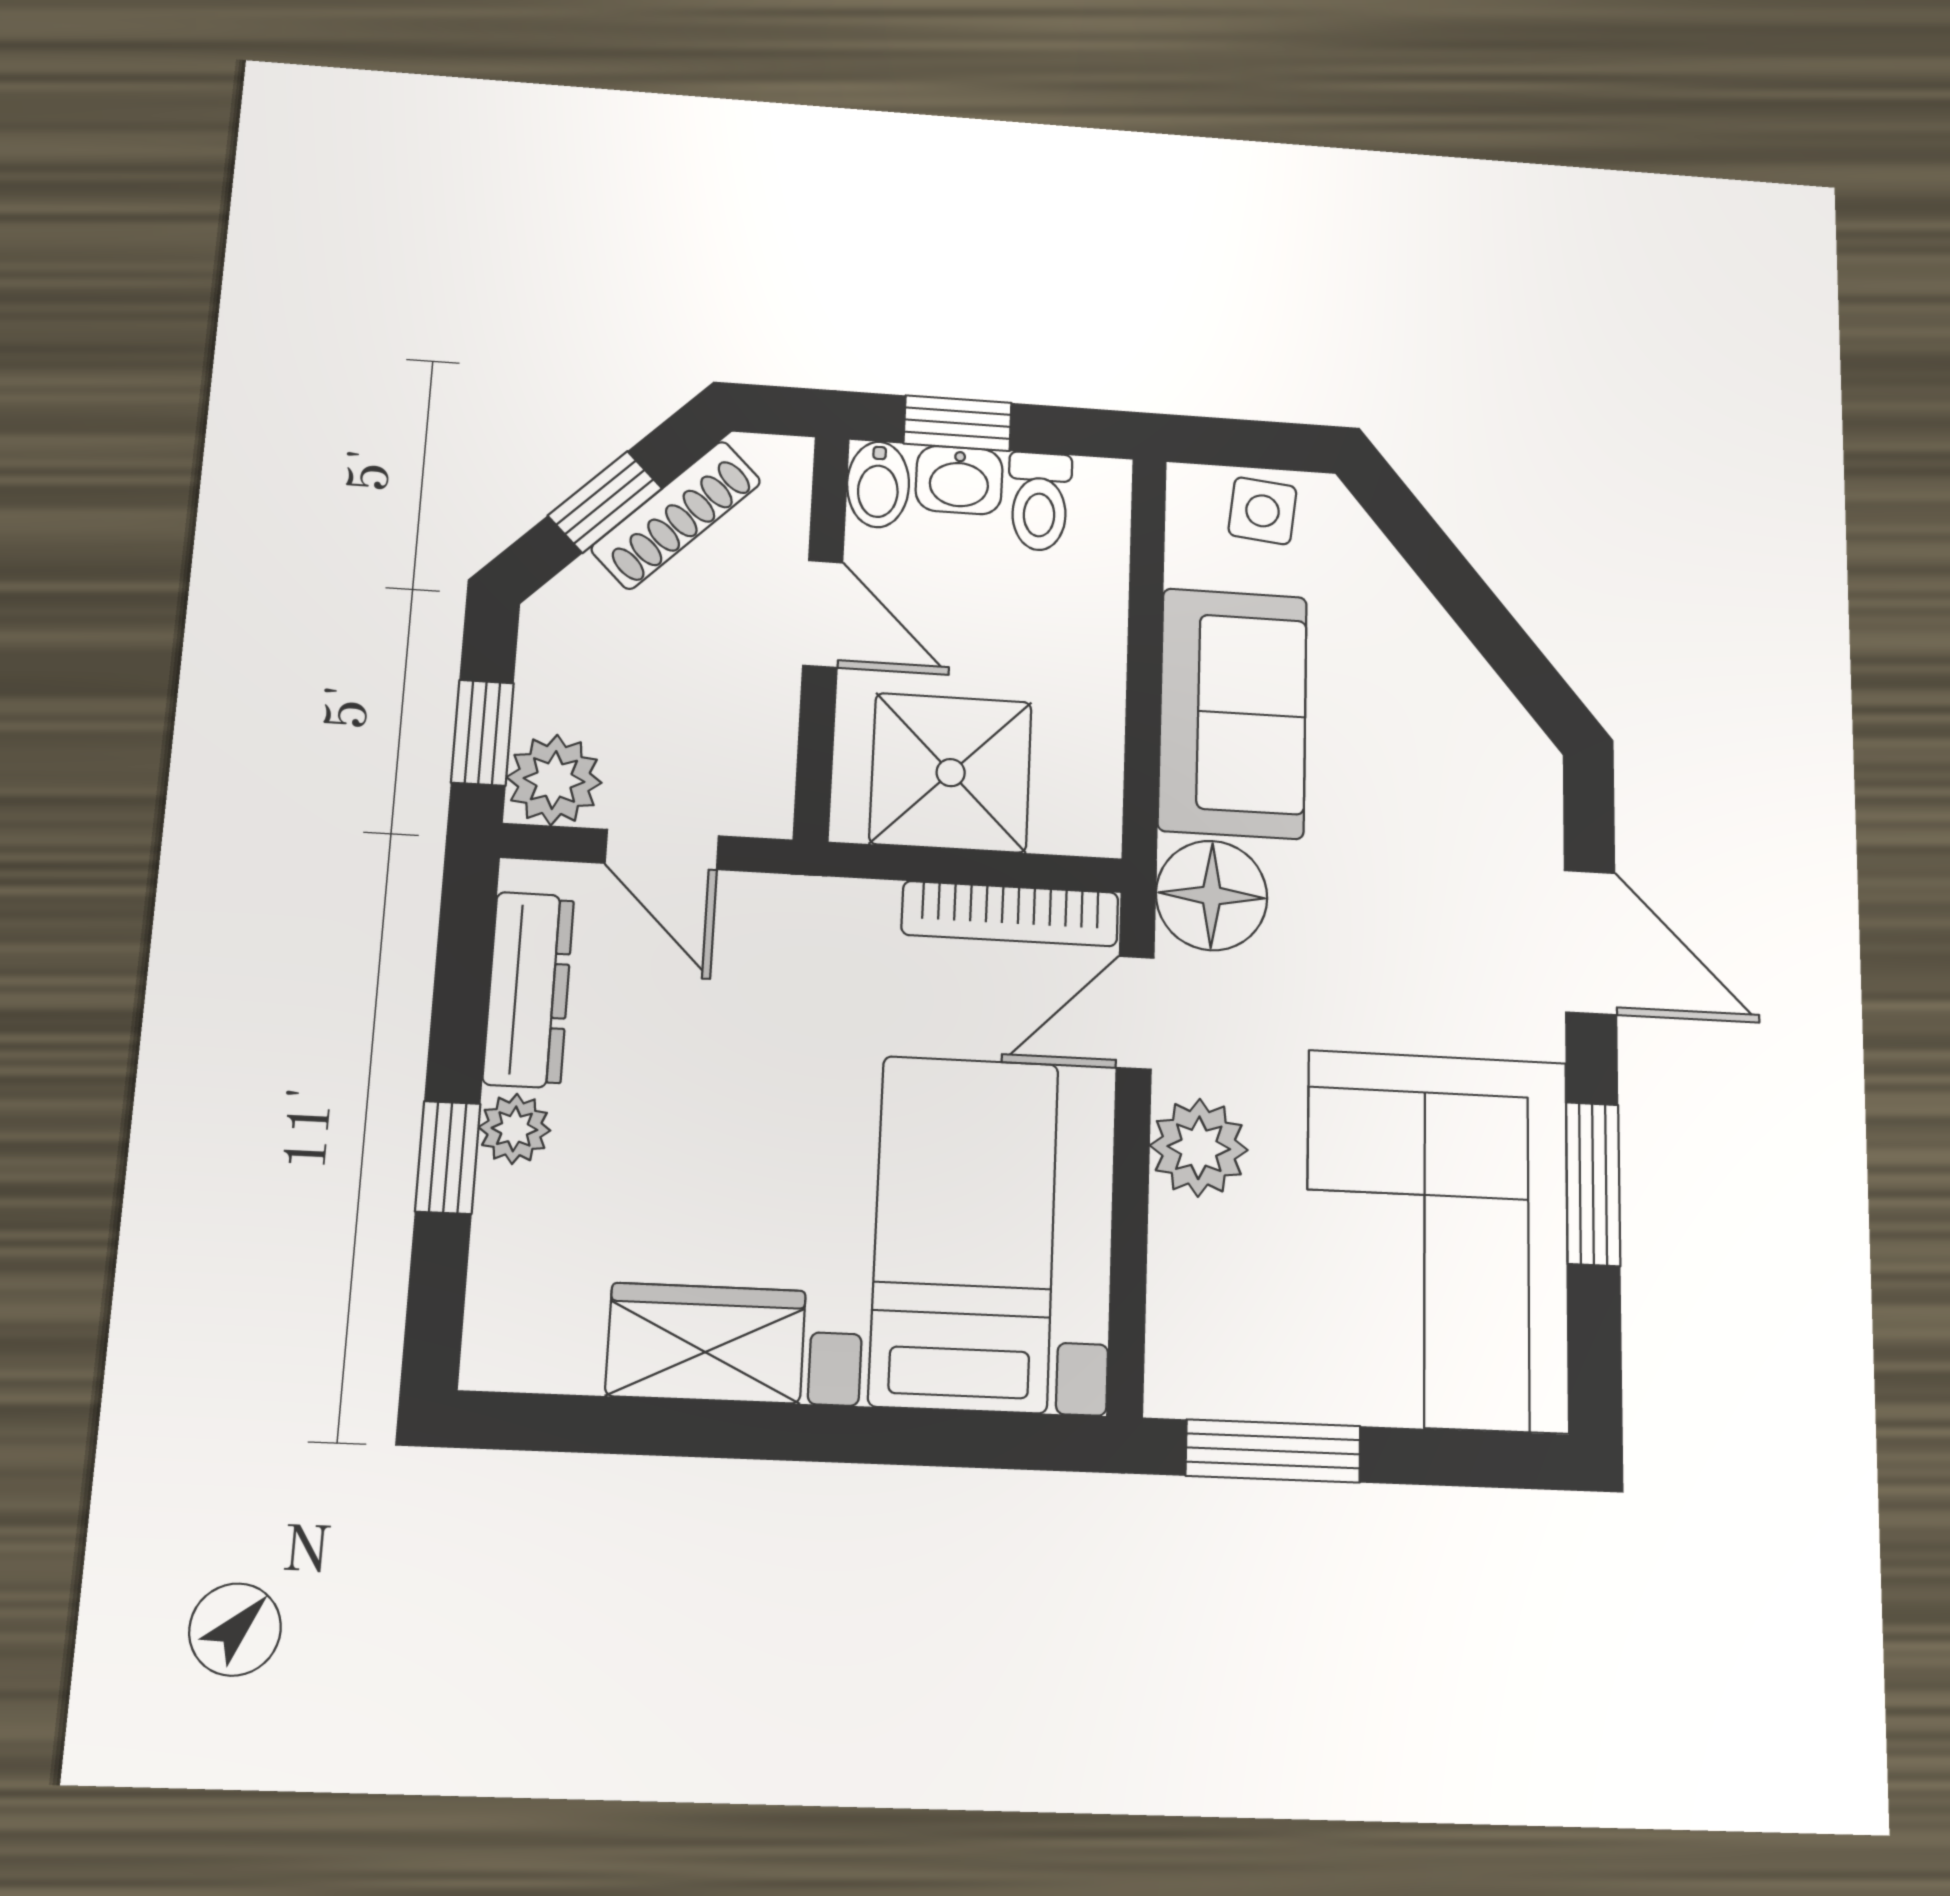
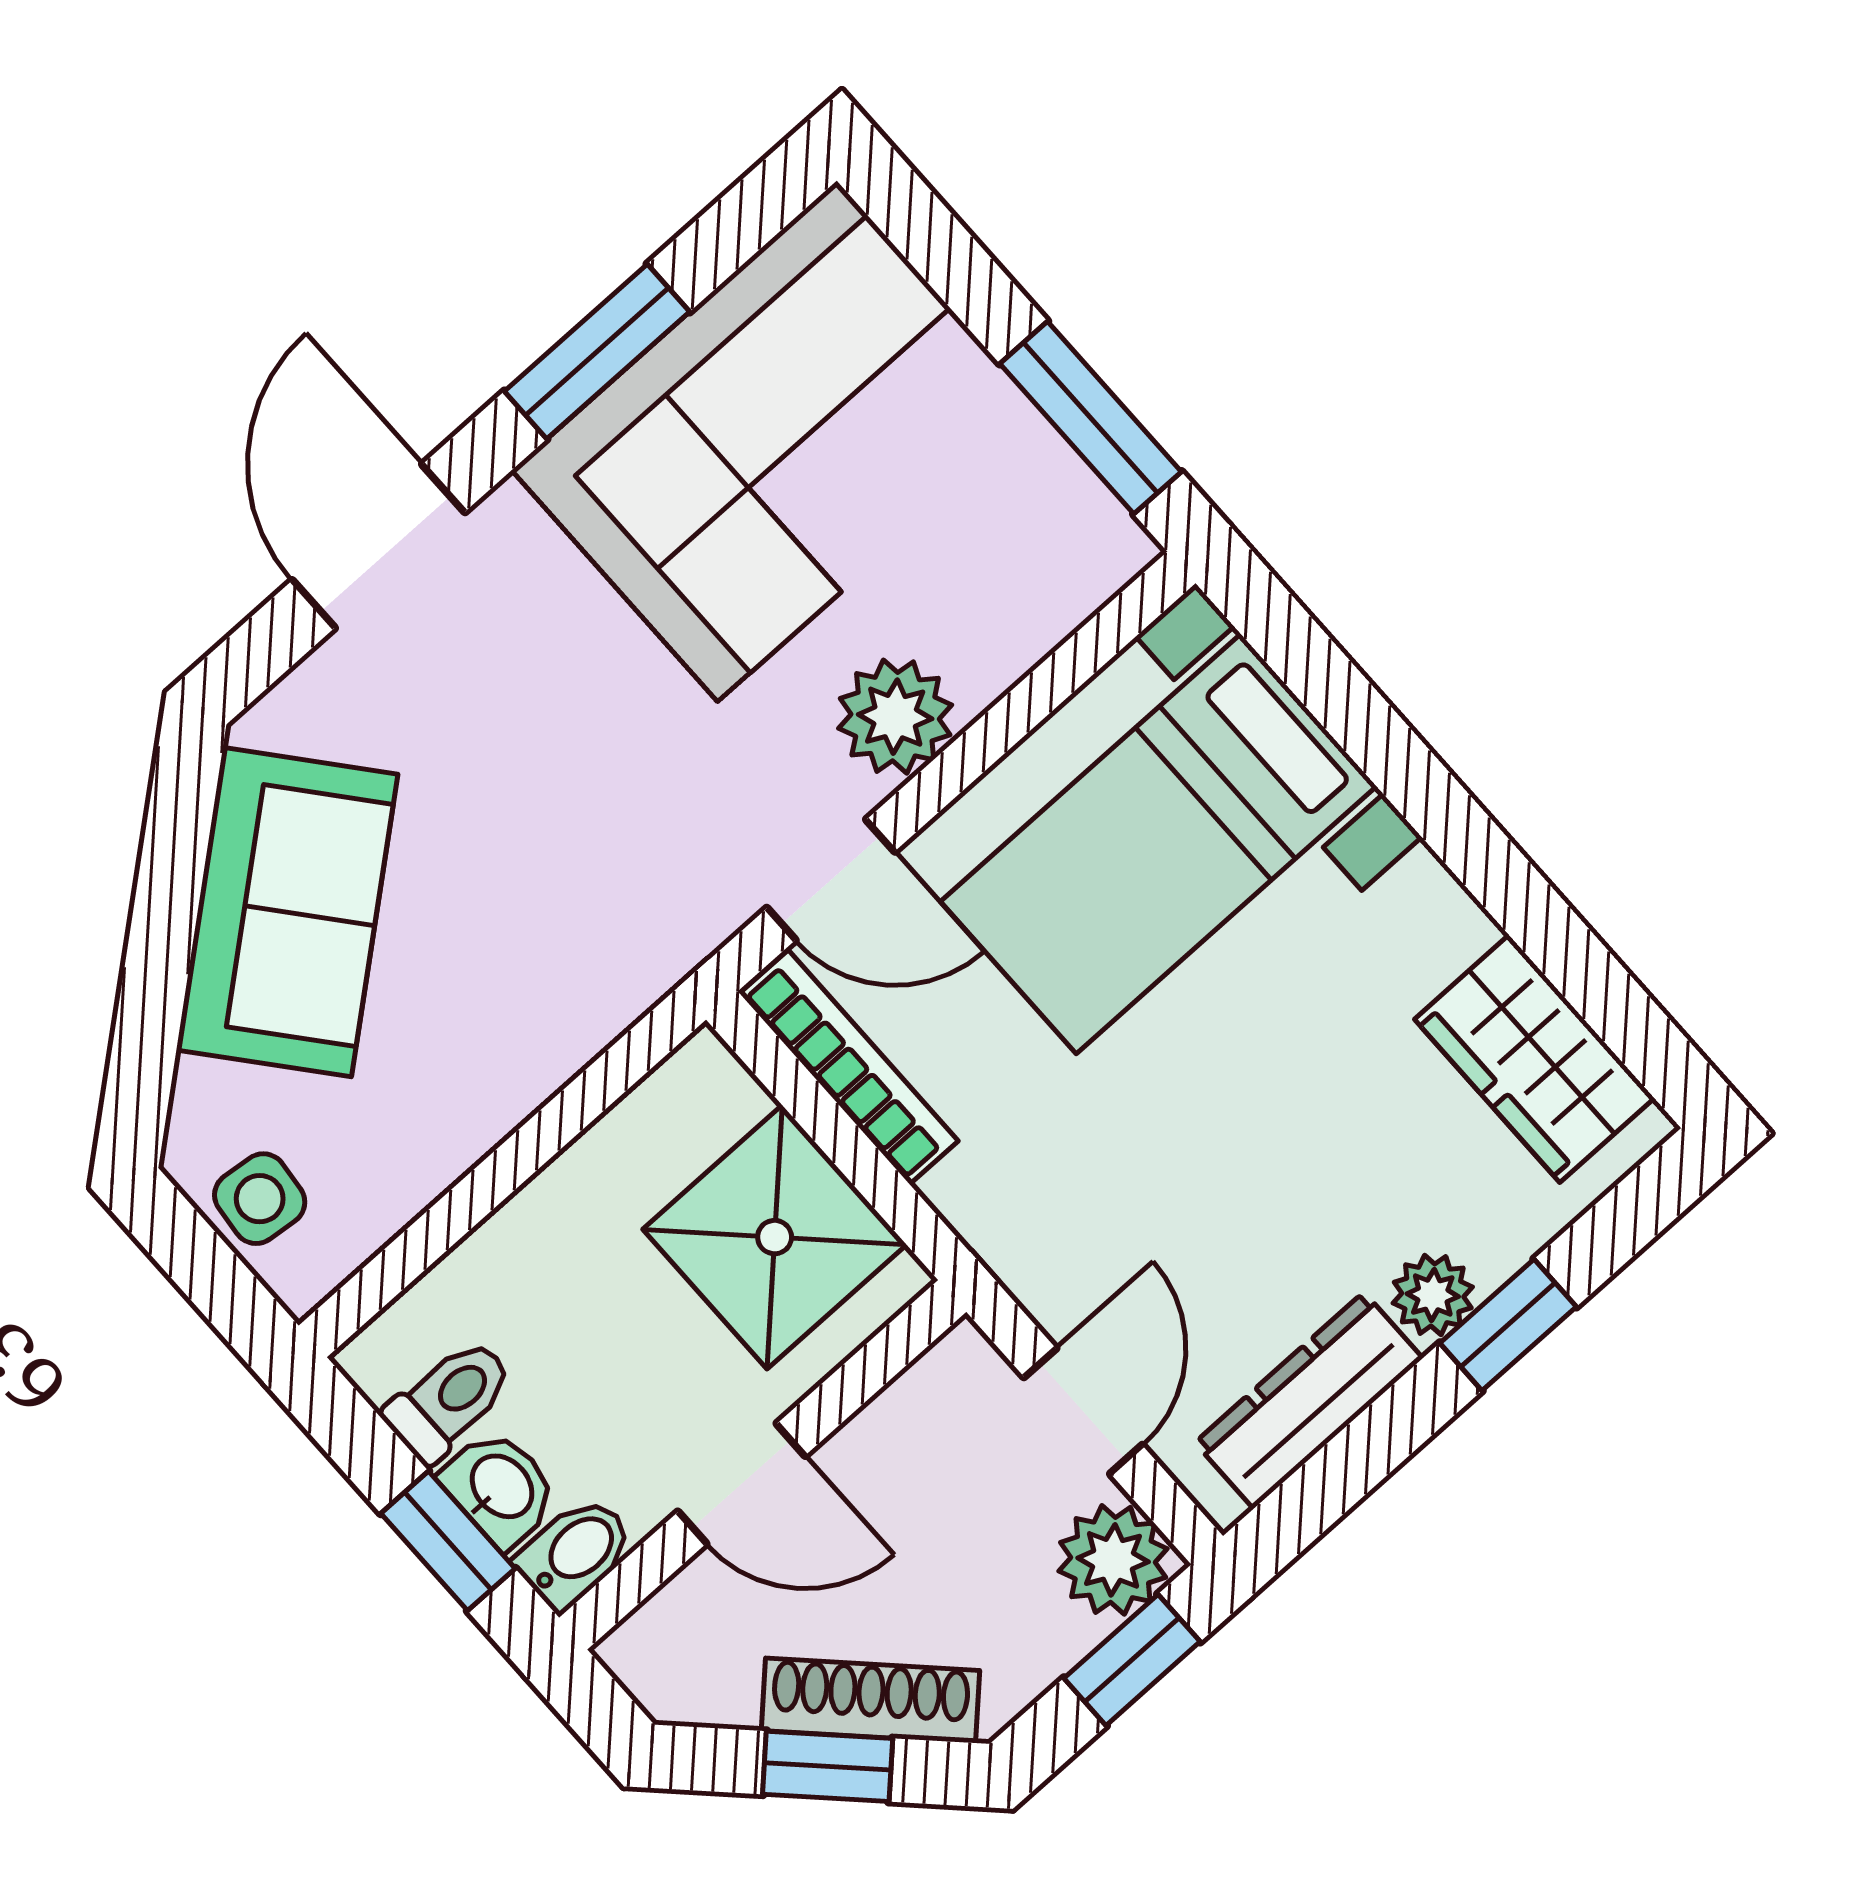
shoe rack: (676, 515) -> (870, 1701), moved
door: (823, 614) -> (742, 1484), swing flipped
sofa: (1233, 713) -> (287, 912), moved, turned 140
floor lamp: (1212, 895) -> (662, 912), removed
wardrobe: (706, 1343) -> (1534, 1059), moved

